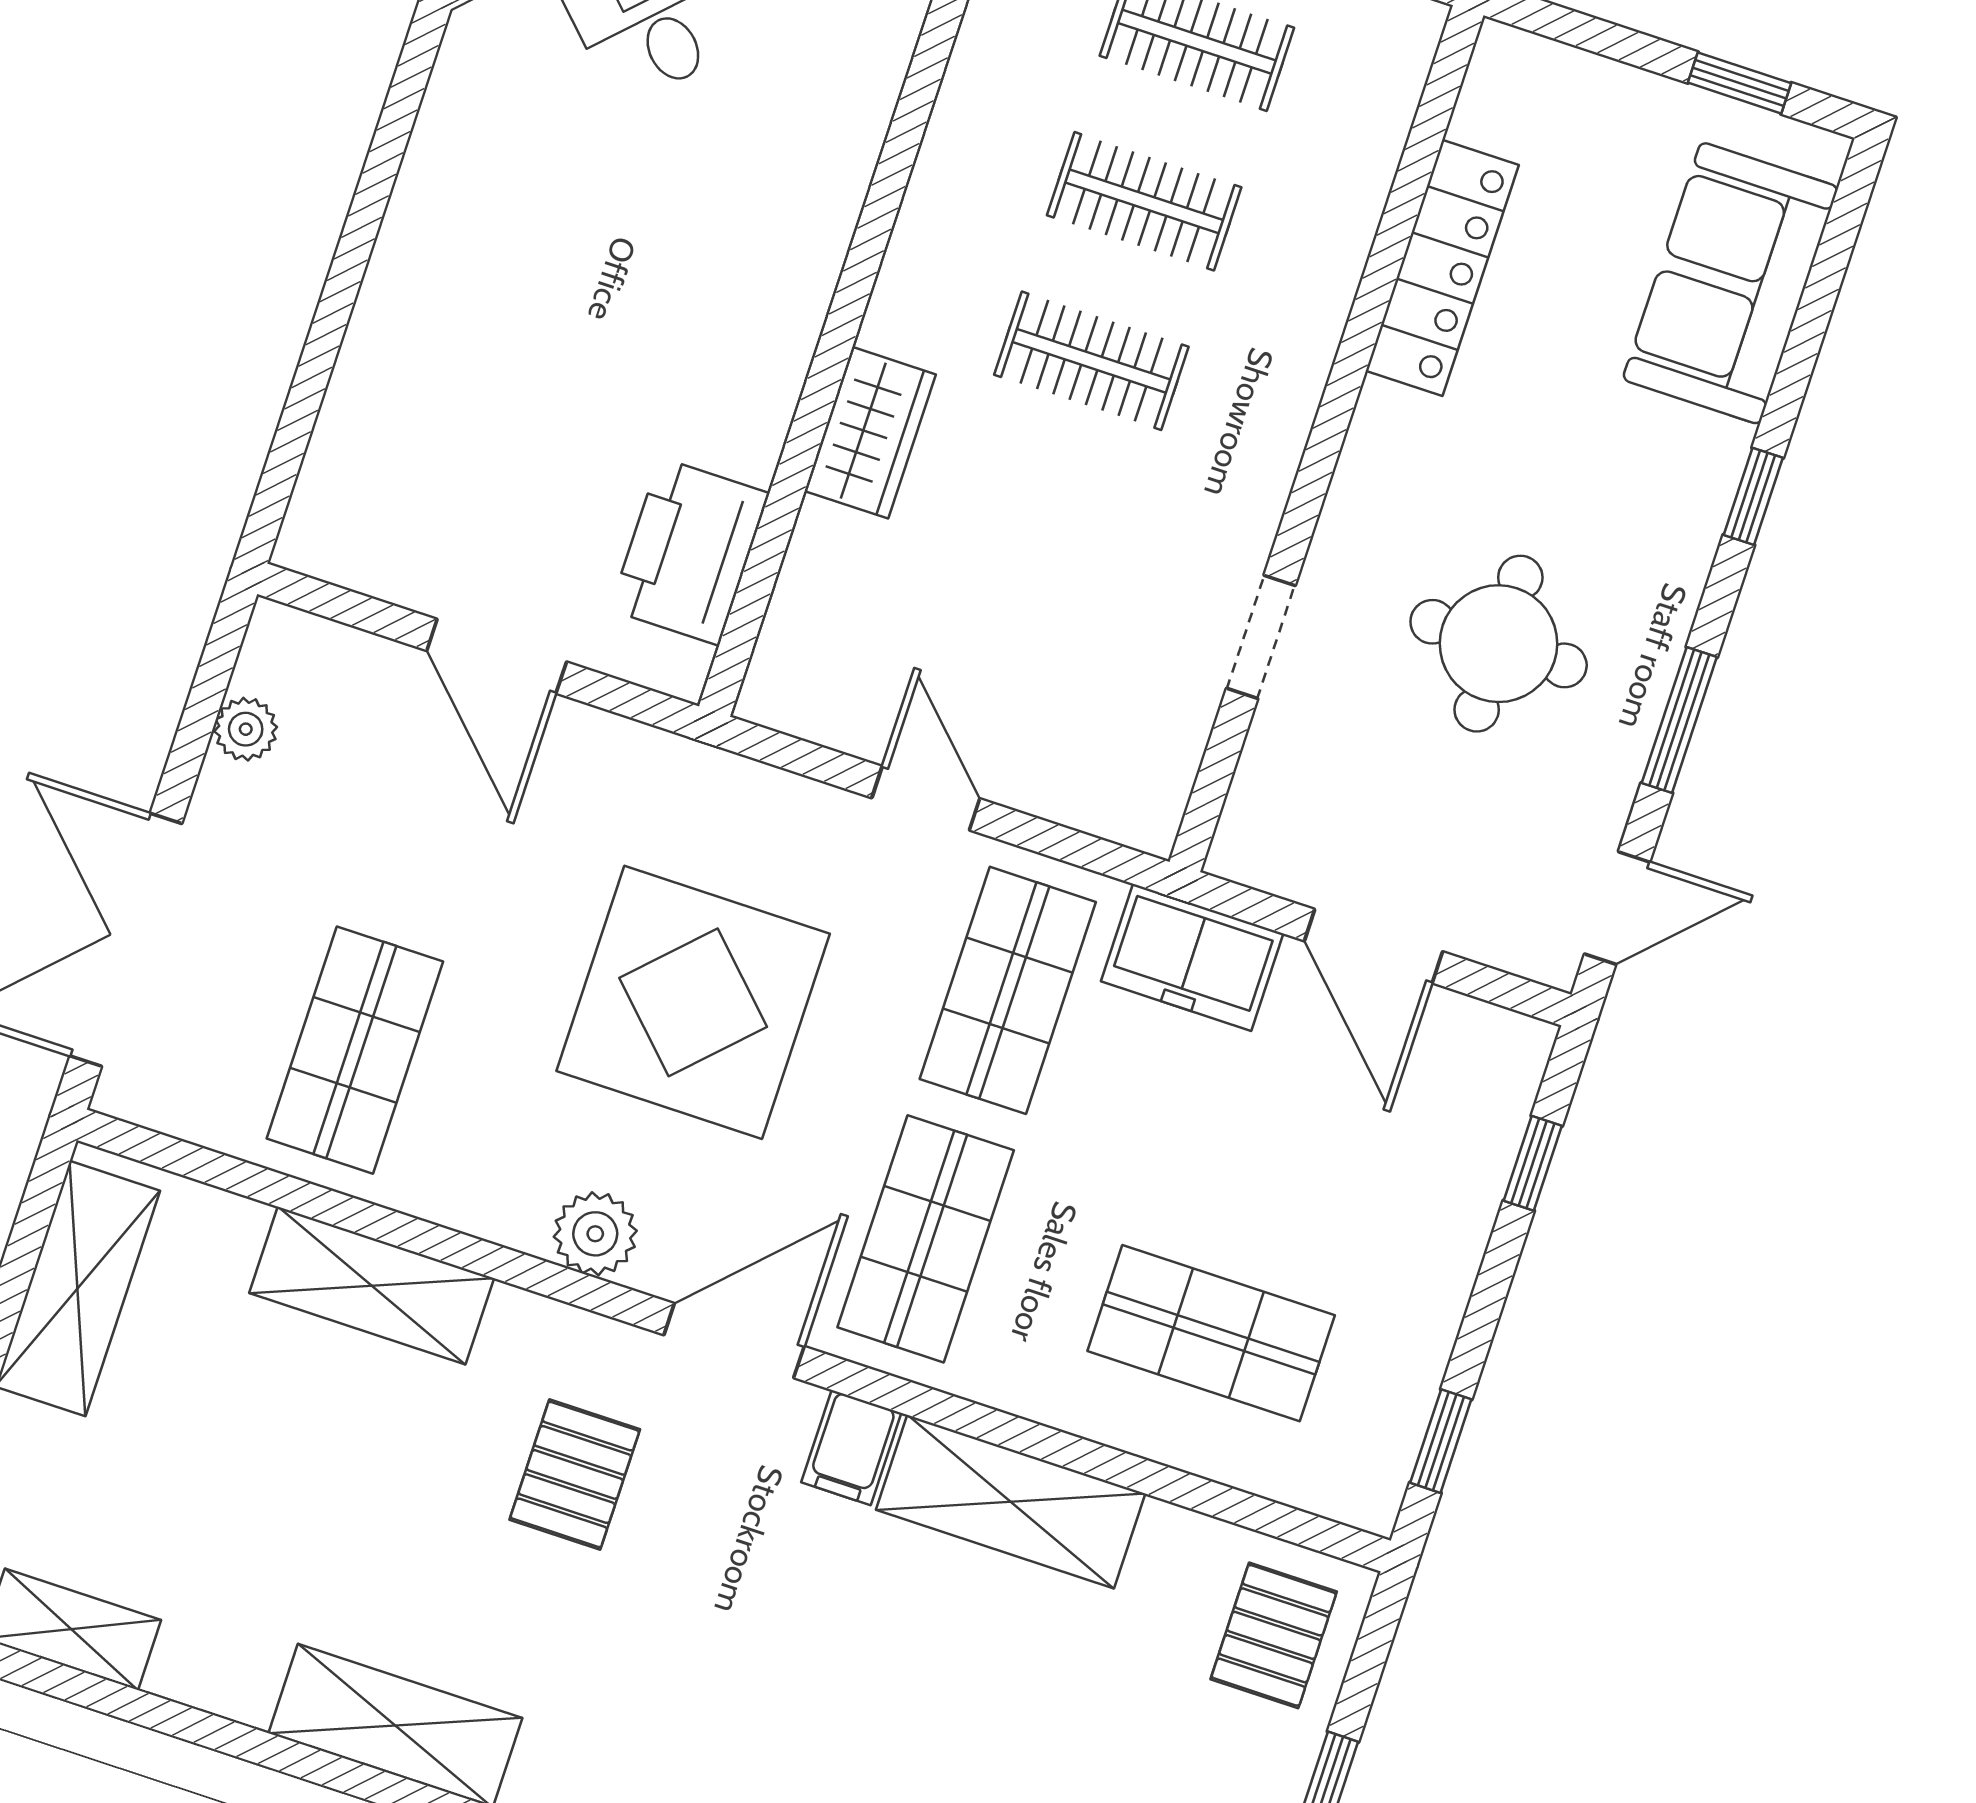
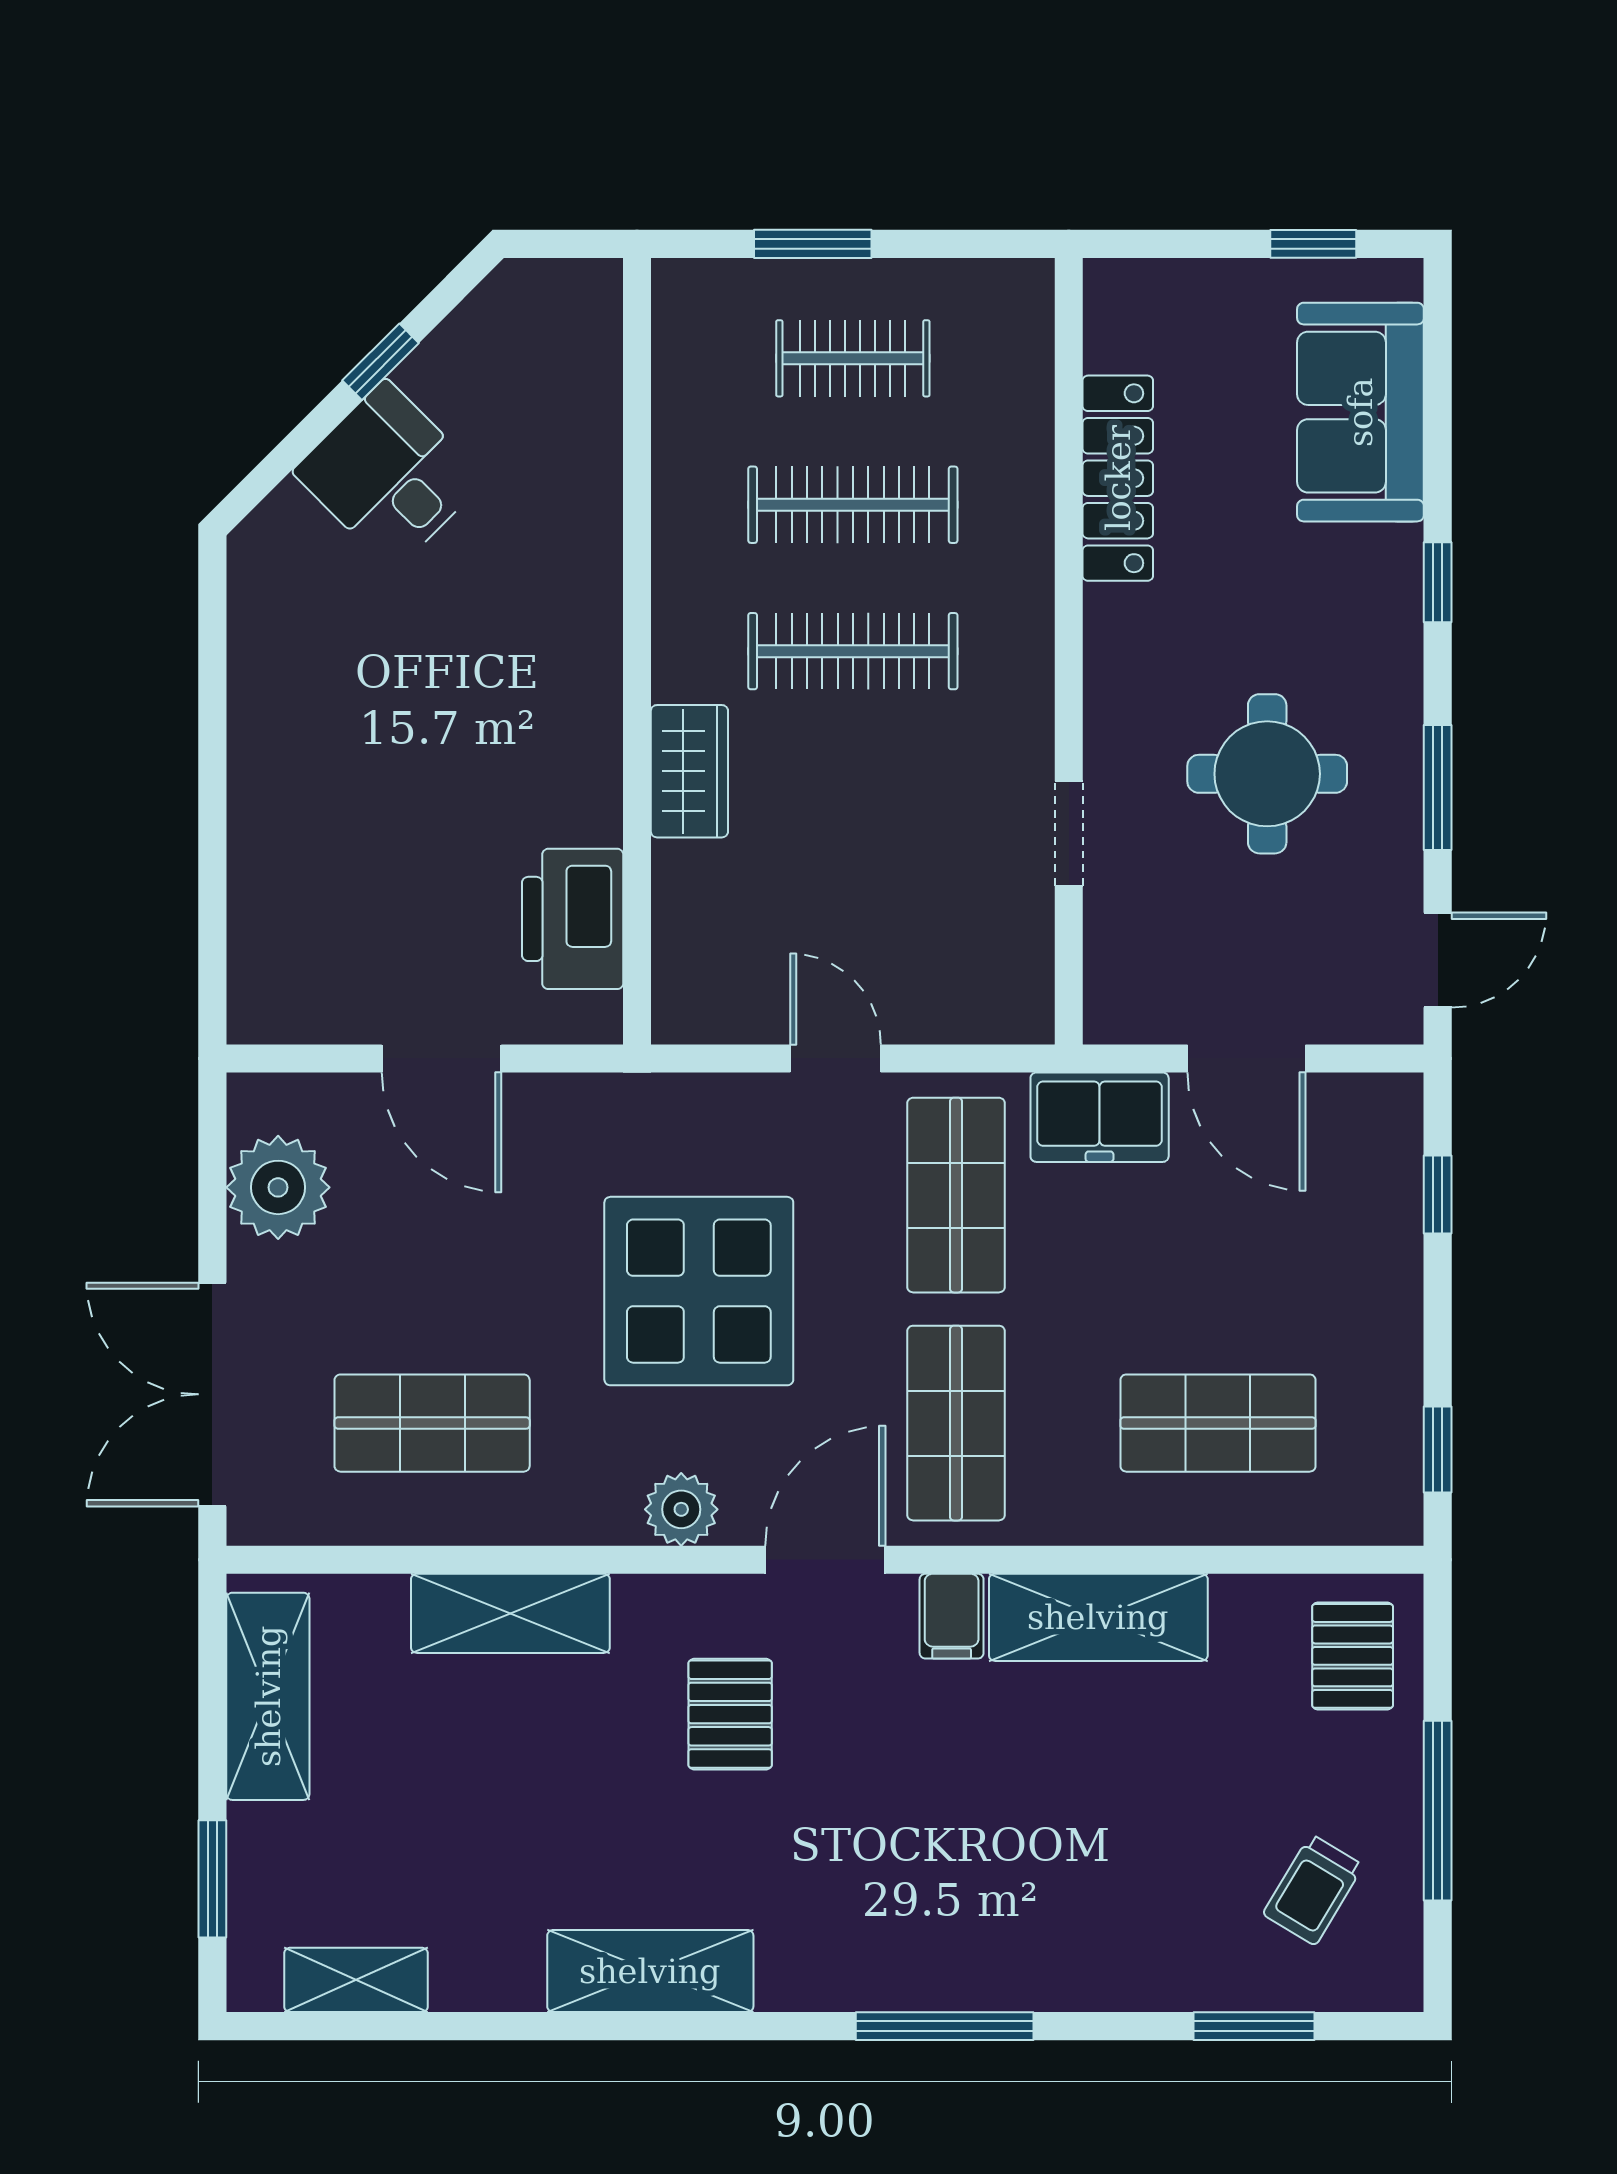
clothes rail: (1144, 201) -> (853, 505), width x1.36
clothes rail: (1091, 361) -> (853, 651), width x1.36
plant: (246, 729) -> (278, 1187), width x1.88, depth x1.88
shop shelf: (355, 1050) -> (432, 1423), turned 90

